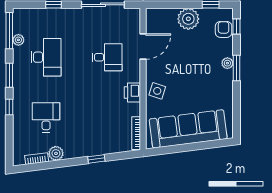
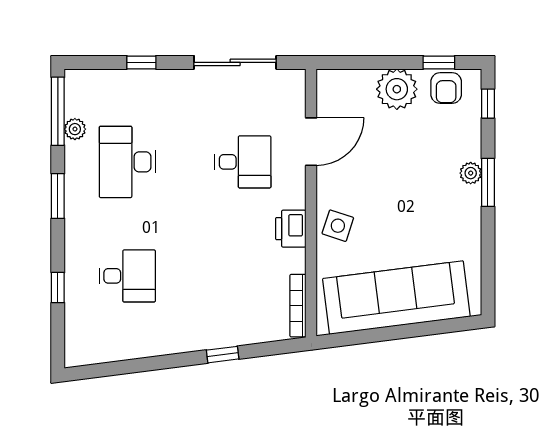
armchair: (224, 29) -> (446, 88), moved, turned 180
desk: (46, 57) -> (127, 162), turned 180
window: (9, 107) -> (58, 288), moved
desk: (46, 117) -> (127, 276), turned 90
plant: (56, 153) -> (146, 344), removed
bookcase: (37, 159) -> (109, 354), removed

